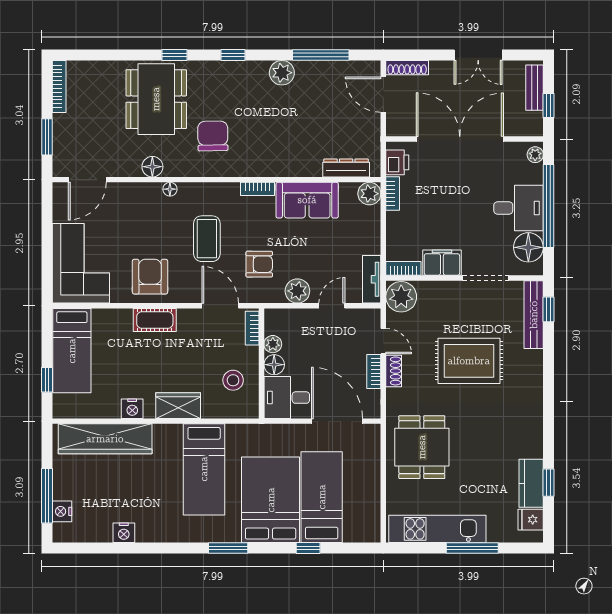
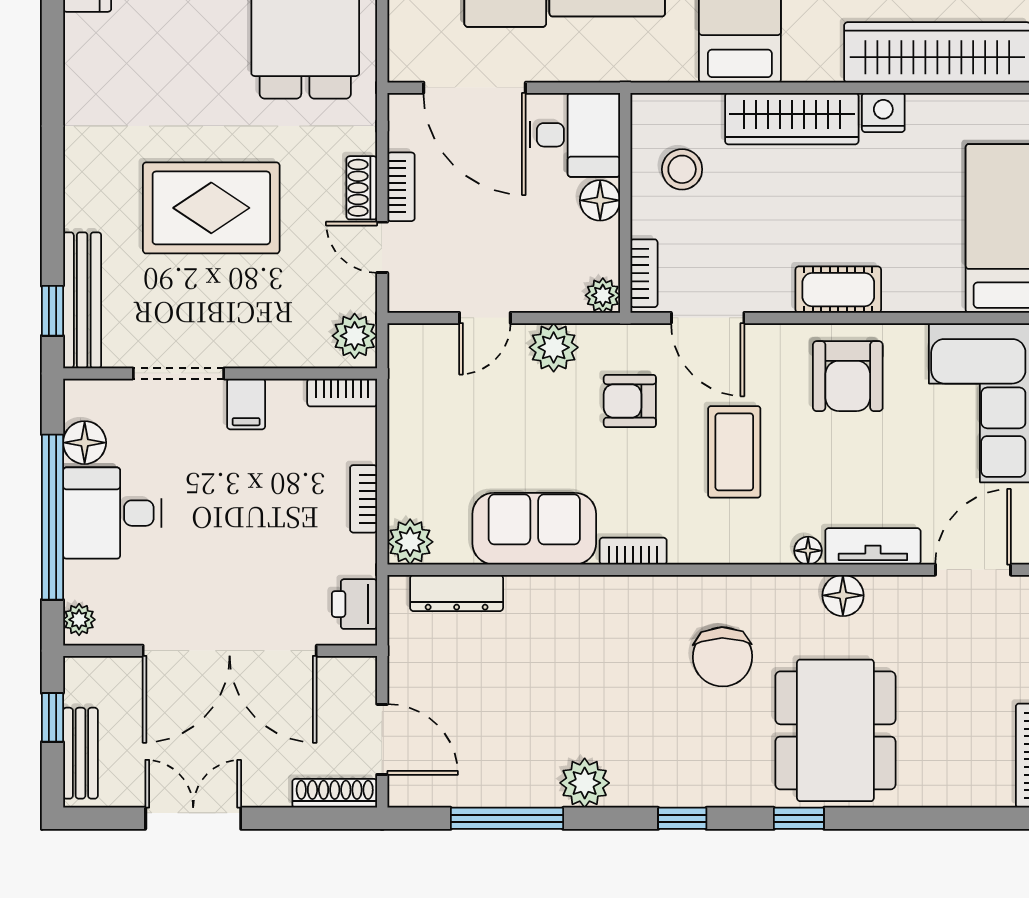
bookcase: (393, 193) -> (364, 499), moved
floor lamp: (528, 247) -> (85, 443), width x0.73, depth x0.73
filing cabinet: (442, 263) -> (246, 404), width x0.50
tv unit: (372, 279) -> (873, 546), moved, turned -90
plant: (401, 297) -> (355, 336), width x0.73, depth x0.73
plant: (273, 344) -> (603, 295), moved
wardrobe: (178, 406) -> (792, 119), width x1.50

